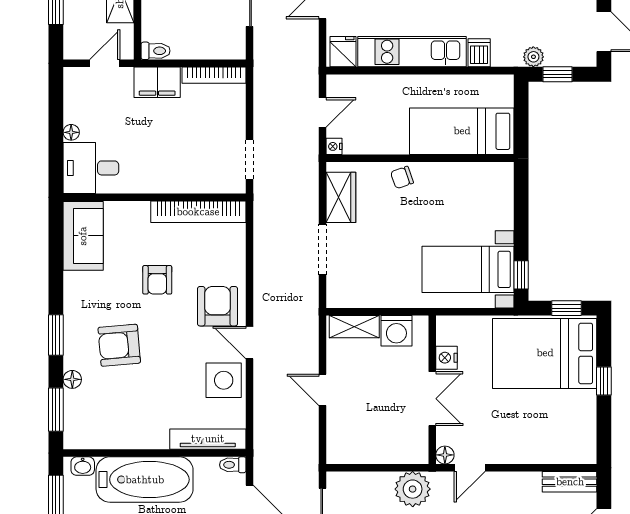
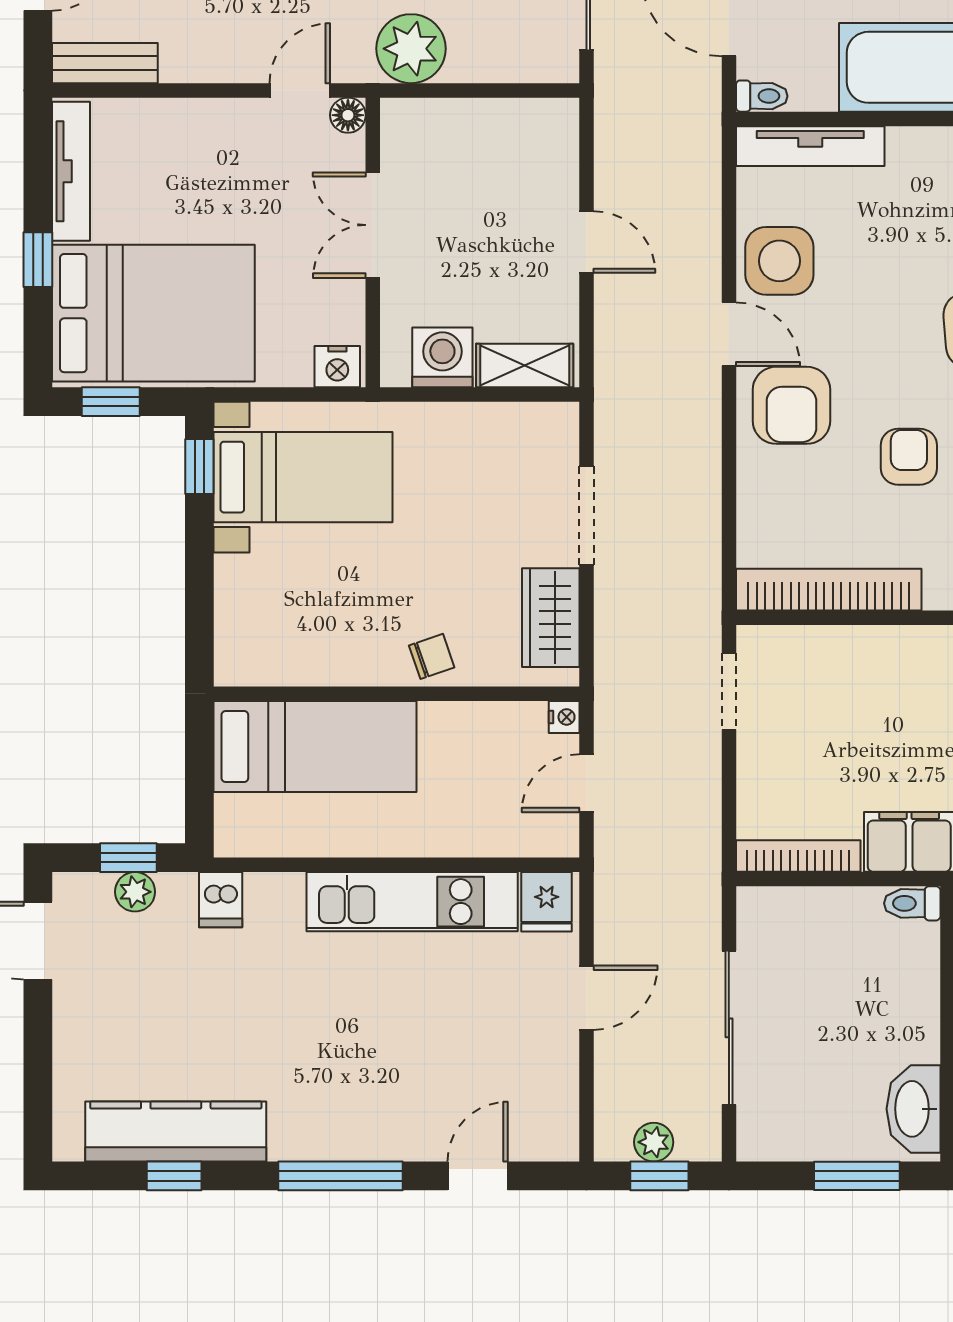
dishwasher: (479, 53) -> (221, 900), moved
plant: (533, 57) -> (135, 892), moved
nightstand: (446, 358) -> (337, 367), moved, turned 90
tv unit: (587, 426) -> (71, 171), added

